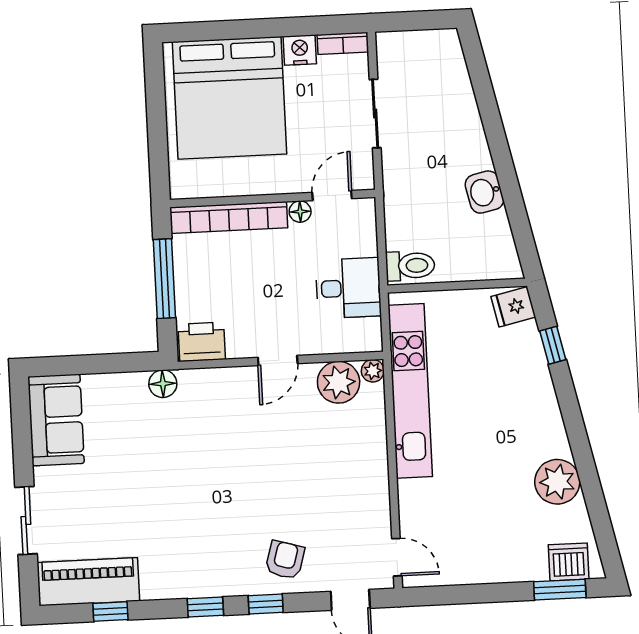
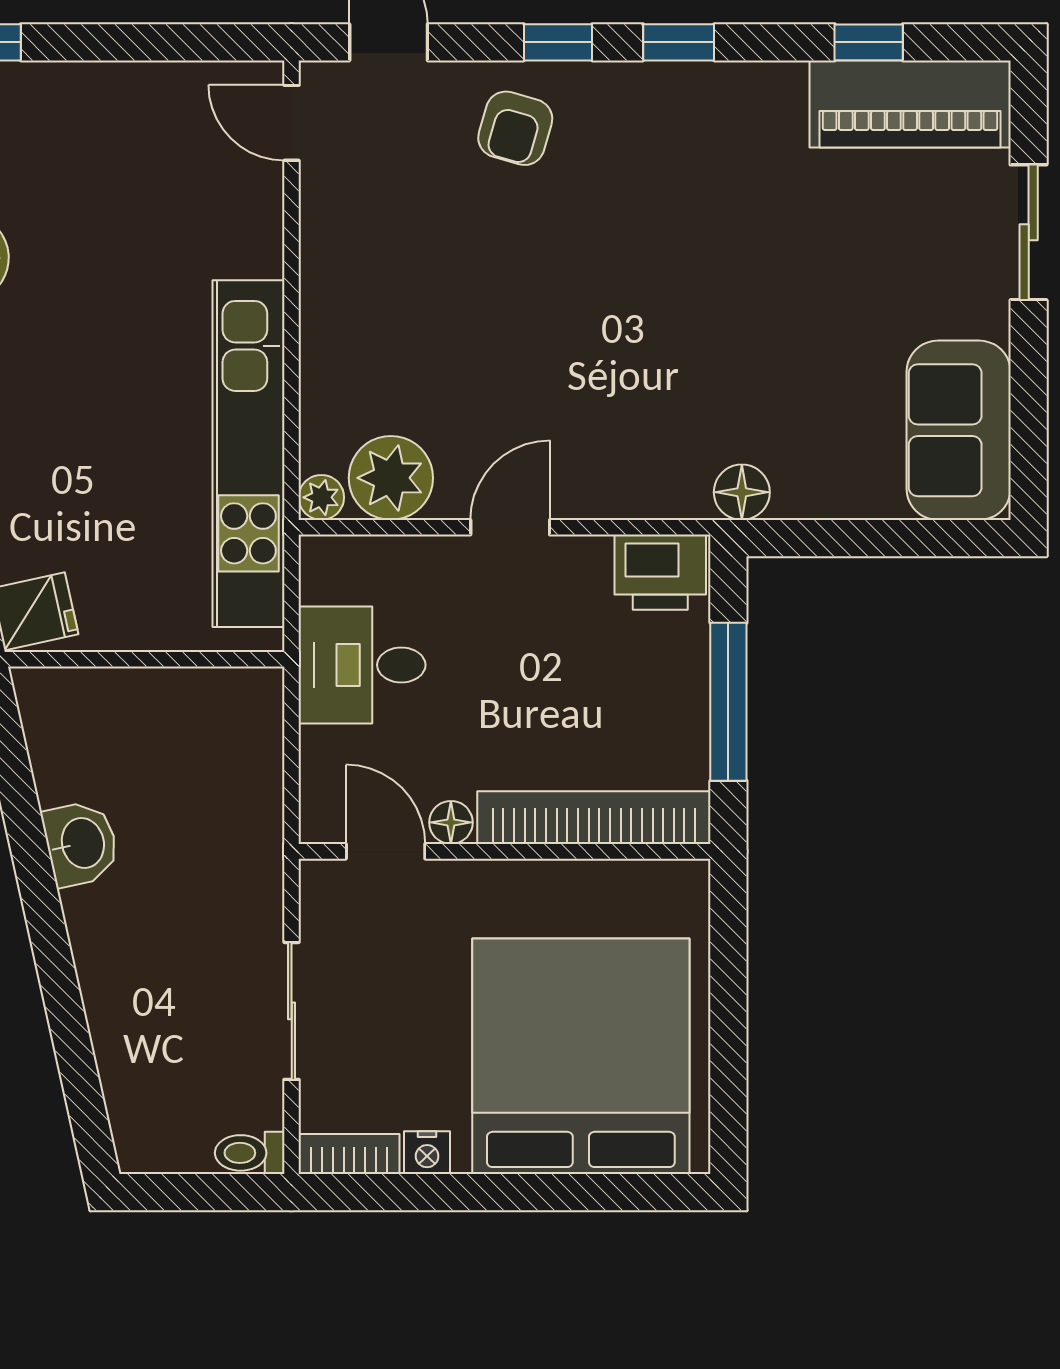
nightstand: (300, 50) -> (427, 1153), width x0.72, depth x0.74
door: (332, 196) -> (386, 851), swing flipped
toilet: (410, 266) -> (250, 1153), moved, width x0.73, depth x0.72

